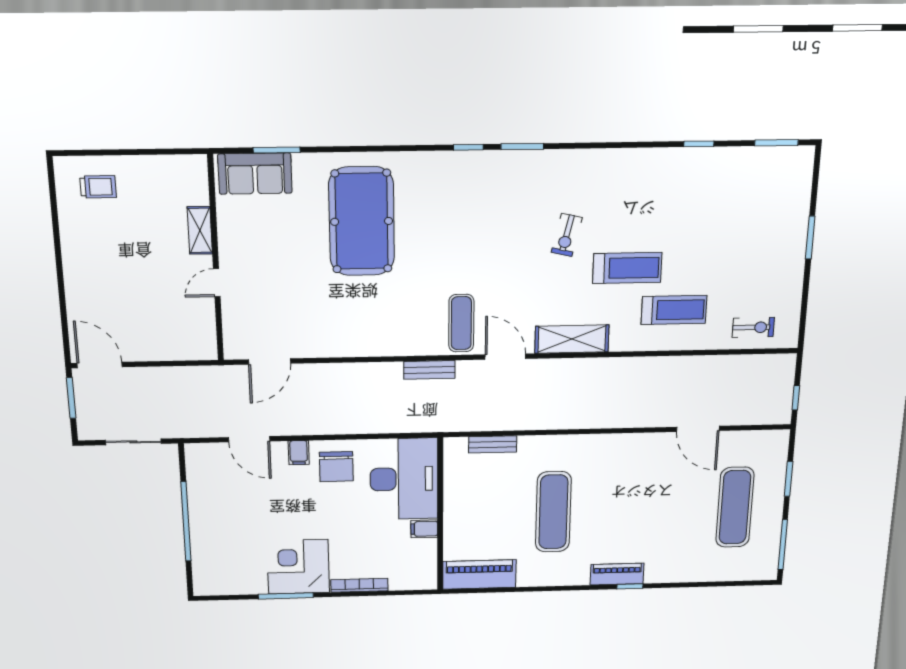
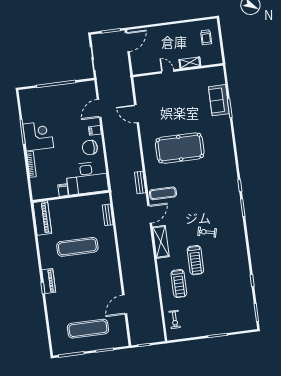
pool table: (362, 221) -> (180, 148), moved
shelving: (200, 230) -> (190, 63), moved
wall: (216, 259) -> (178, 70), moved
door: (217, 283) -> (168, 71), moved

